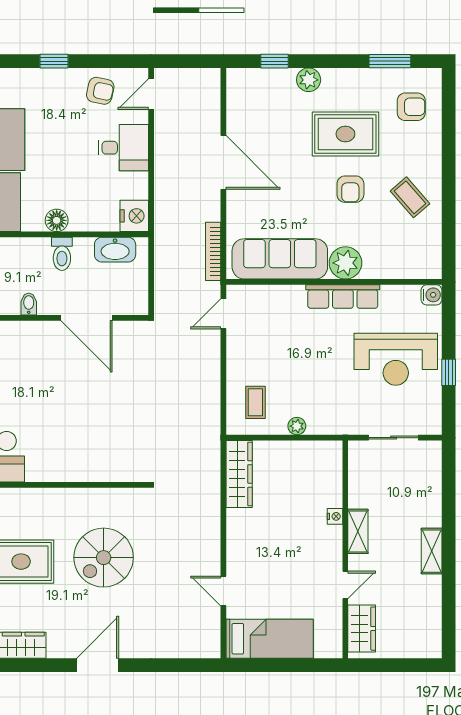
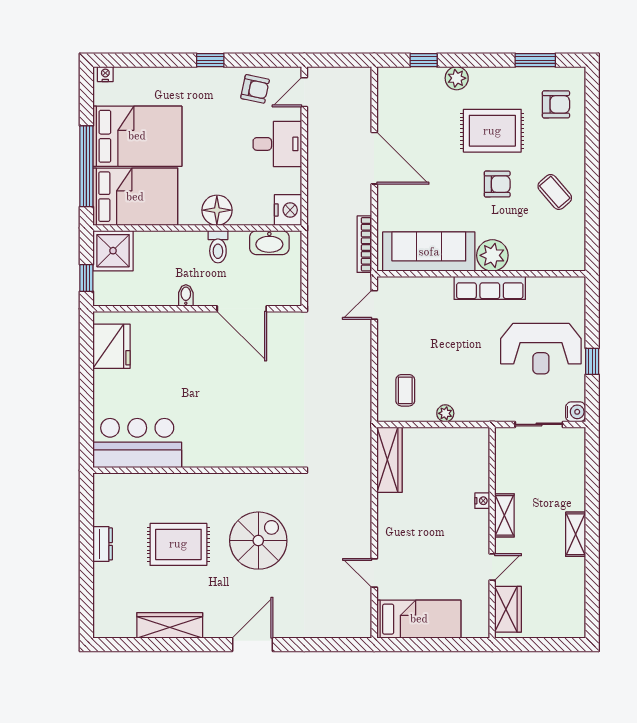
armchair: (350, 189) -> (497, 184), turned -90
floor lamp: (57, 220) -> (217, 210), width x1.38, depth x1.38
water cooler: (432, 295) -> (576, 412), moved
spiral stairs: (104, 558) -> (258, 541), turned 180

